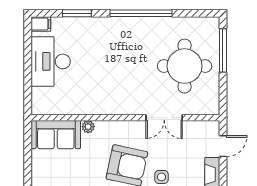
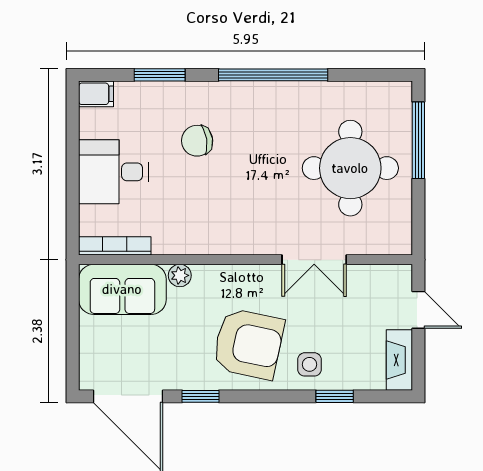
chair: (98, 51) -> (197, 141), added
desk: (51, 61) -> (113, 172), width x0.73
bookcase: (51, 110) -> (115, 246), added
door: (223, 146) -> (418, 310), hinge flipped

